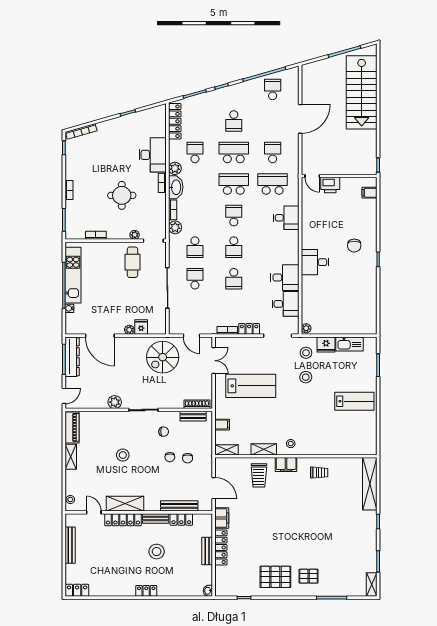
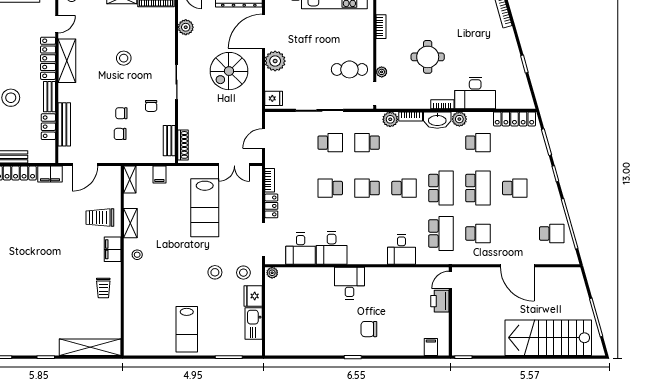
school desk: (234, 121) -> (515, 188), turned 180
fridge: (141, 327) -> (274, 98), moved
plant: (129, 330) -> (275, 61), width x1.88, depth x1.88
spiral stairs: (163, 357) -> (229, 71), moved, turned -90
plant: (115, 402) -> (186, 27), moved

